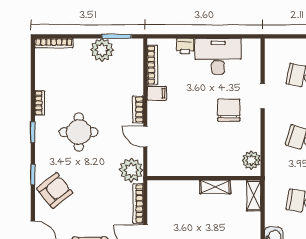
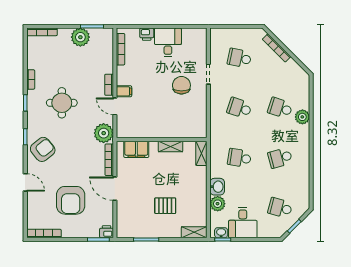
desk: (218, 56) -> (168, 42), width x0.73
filing cabinet: (157, 93) -> (124, 91), moved
plant: (251, 160) -> (199, 125), removed
filing cabinet: (172, 190) -> (136, 149), added

